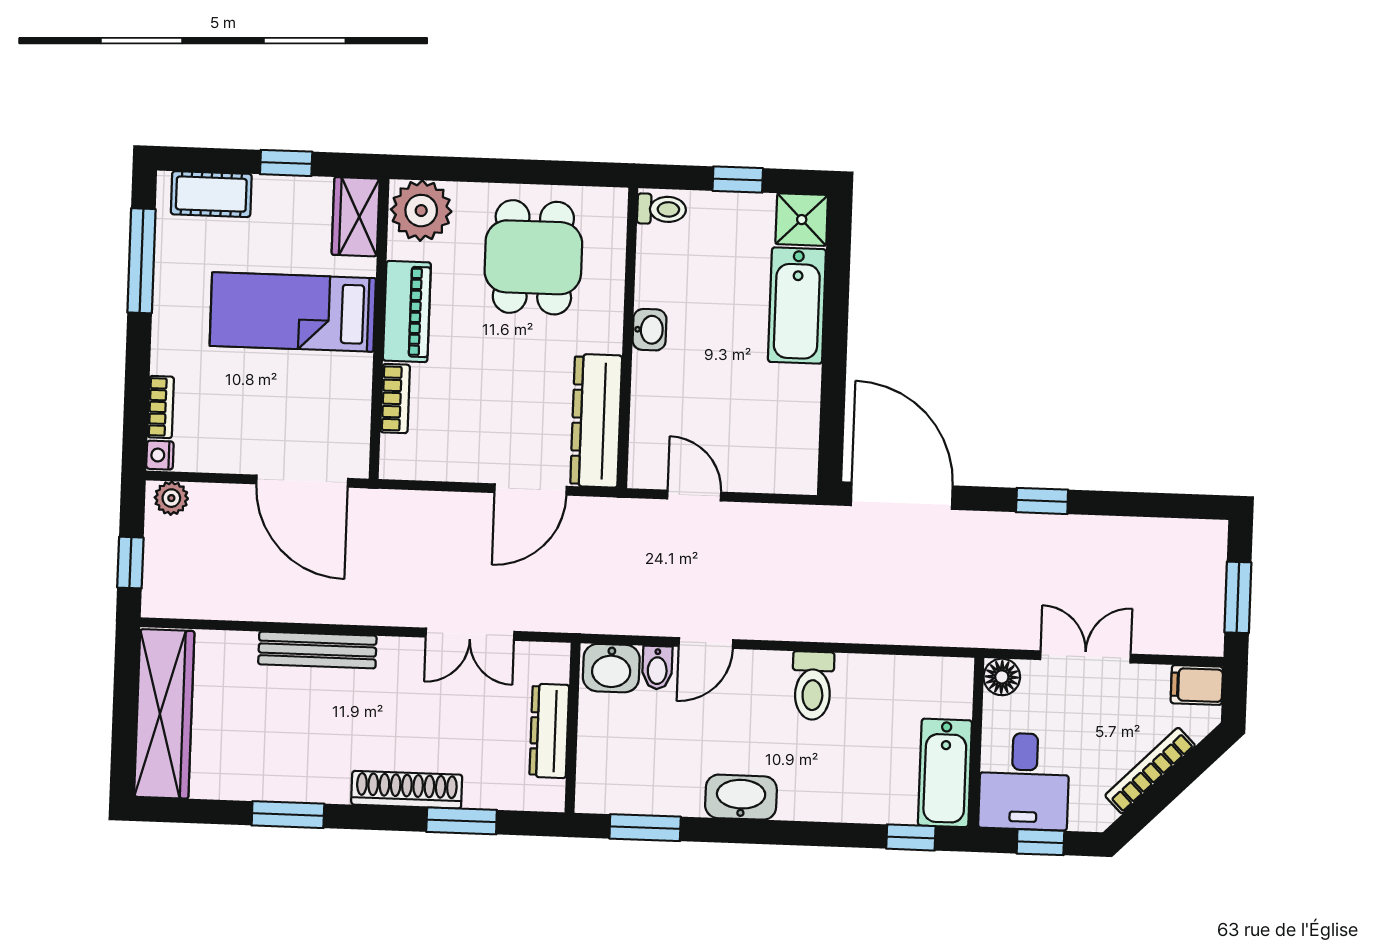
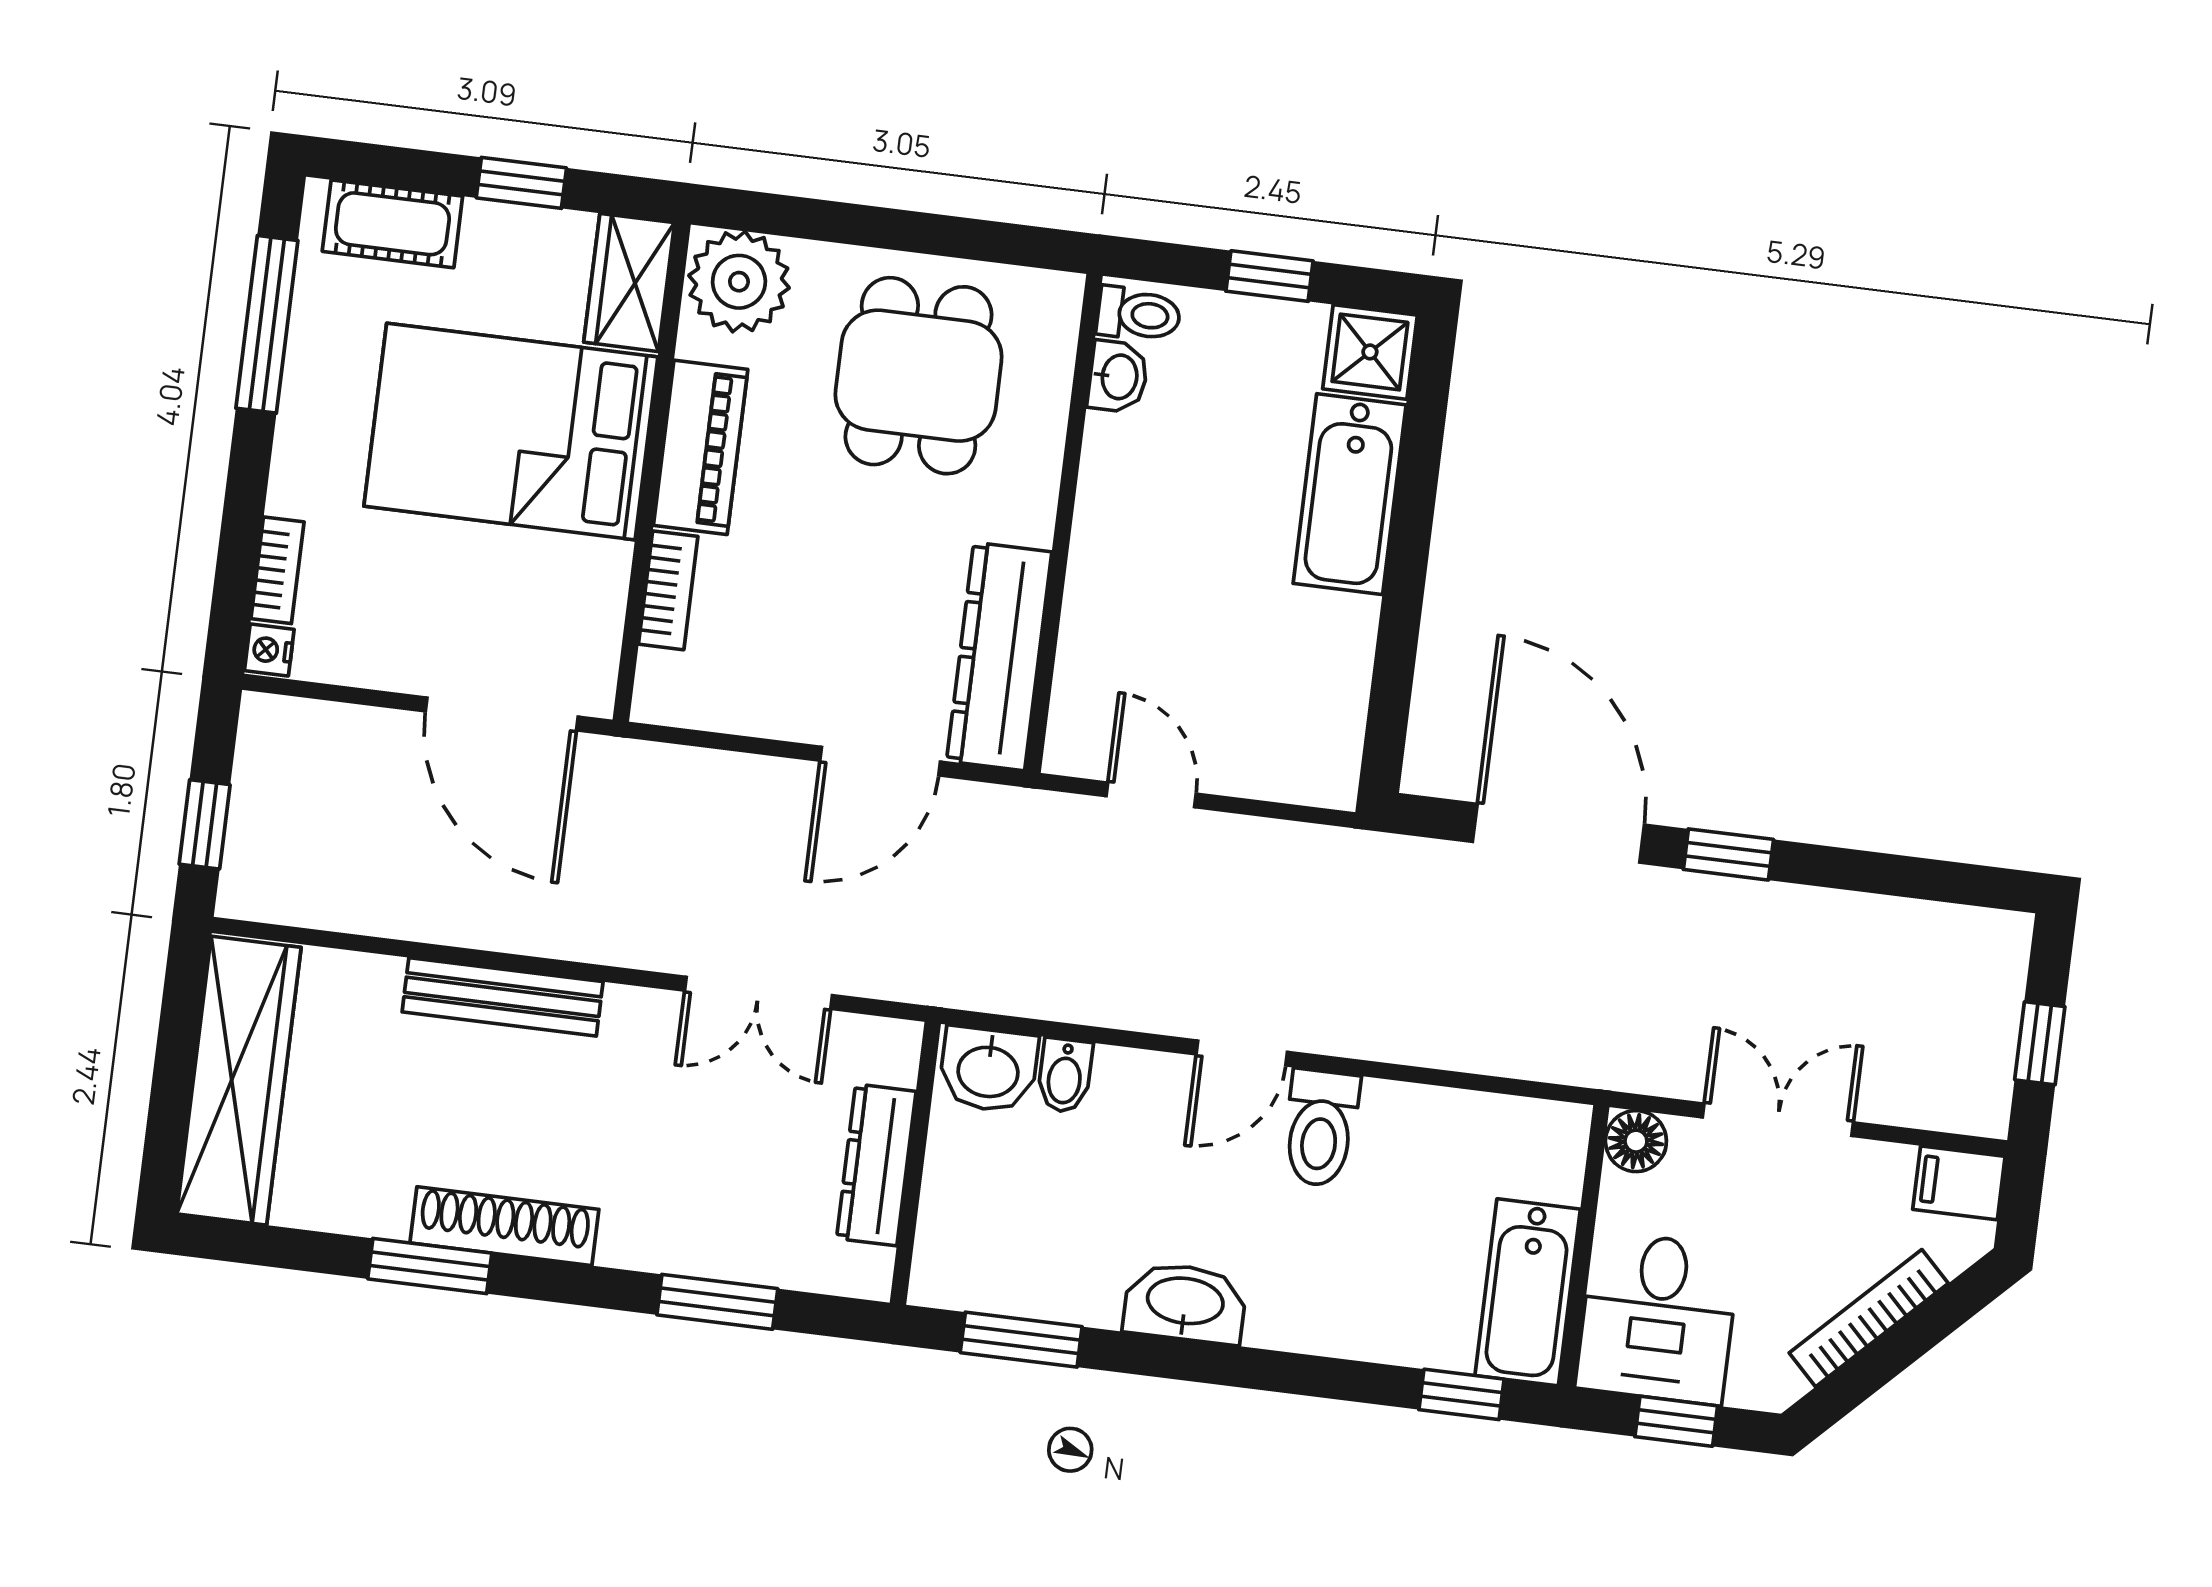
bed: (293, 312) -> (511, 432), width x1.50
washbasin: (649, 330) -> (1118, 377), moved
door: (902, 496) -> (1558, 833), moved
plant: (171, 498) -> (282, 723), removed
window: (1238, 597) -> (2040, 1043), width x0.67
door: (706, 643) -> (1242, 1053), moved
shoe rack: (407, 790) -> (504, 1226), moved

